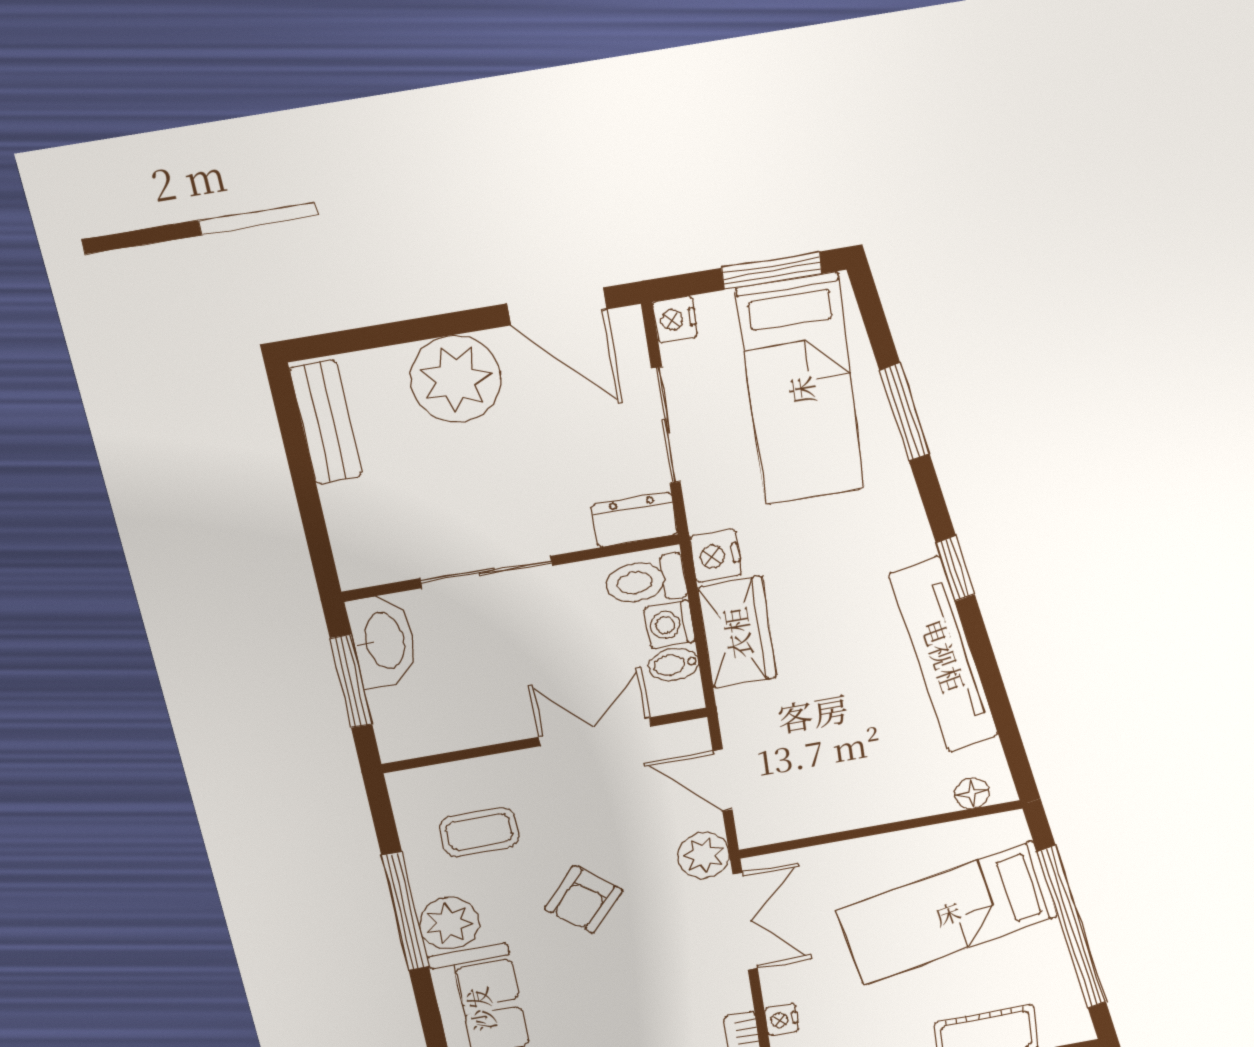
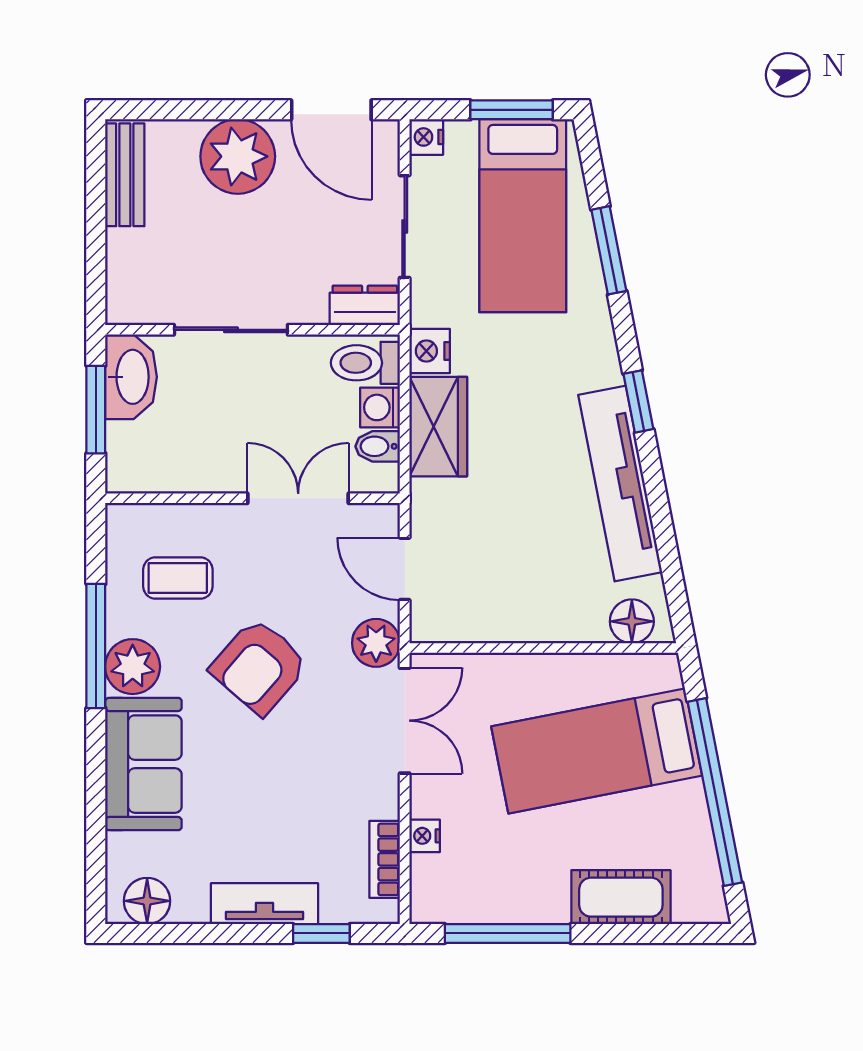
floor lamp: (972, 793) -> (632, 621), width x1.37, depth x1.37
armchair: (584, 900) -> (259, 666), width x1.38, depth x1.38

